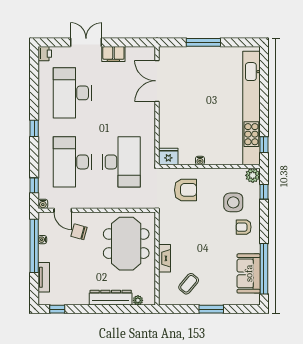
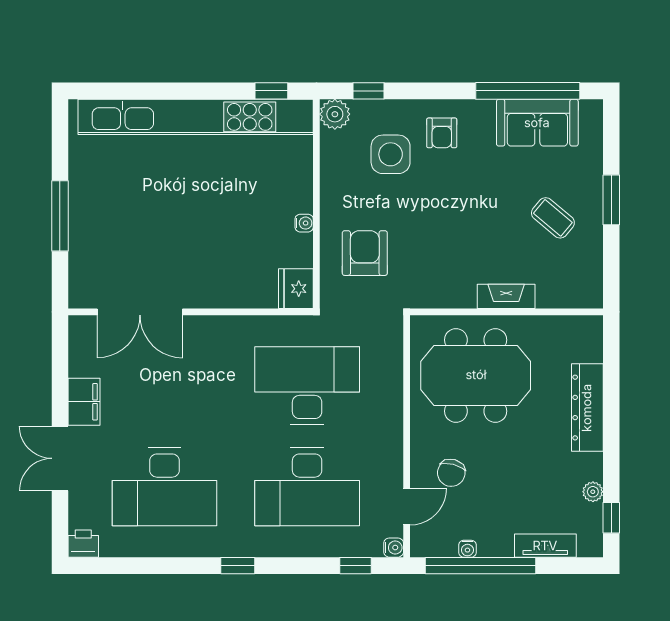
coffee table: (189, 284) -> (553, 218), moved
plant: (138, 300) -> (593, 492), moved

